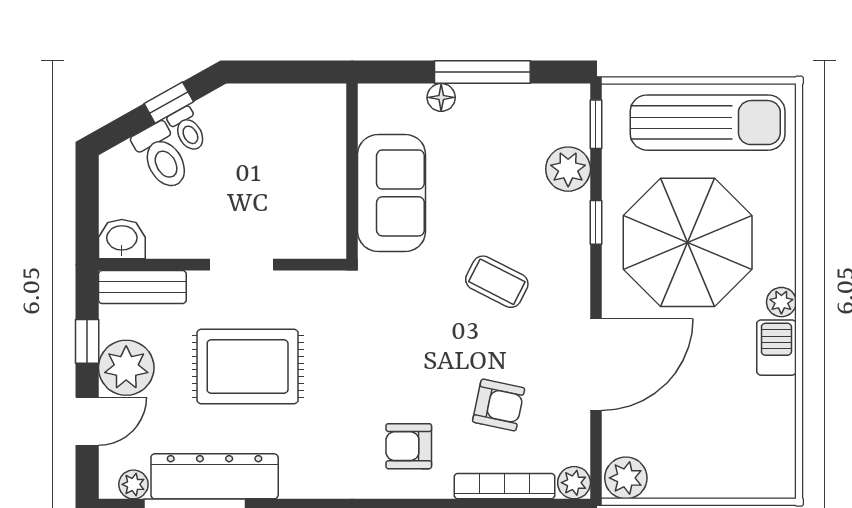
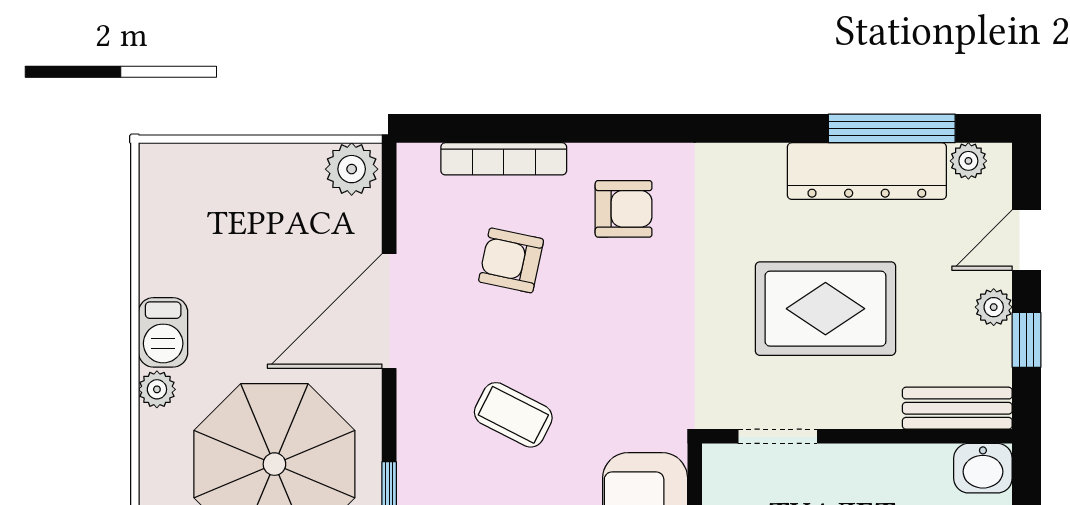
doorway: (242, 265) -> (778, 436), moved
plant: (126, 368) -> (994, 307), width x0.53, depth x0.53
plant: (574, 483) -> (417, 163), removed

